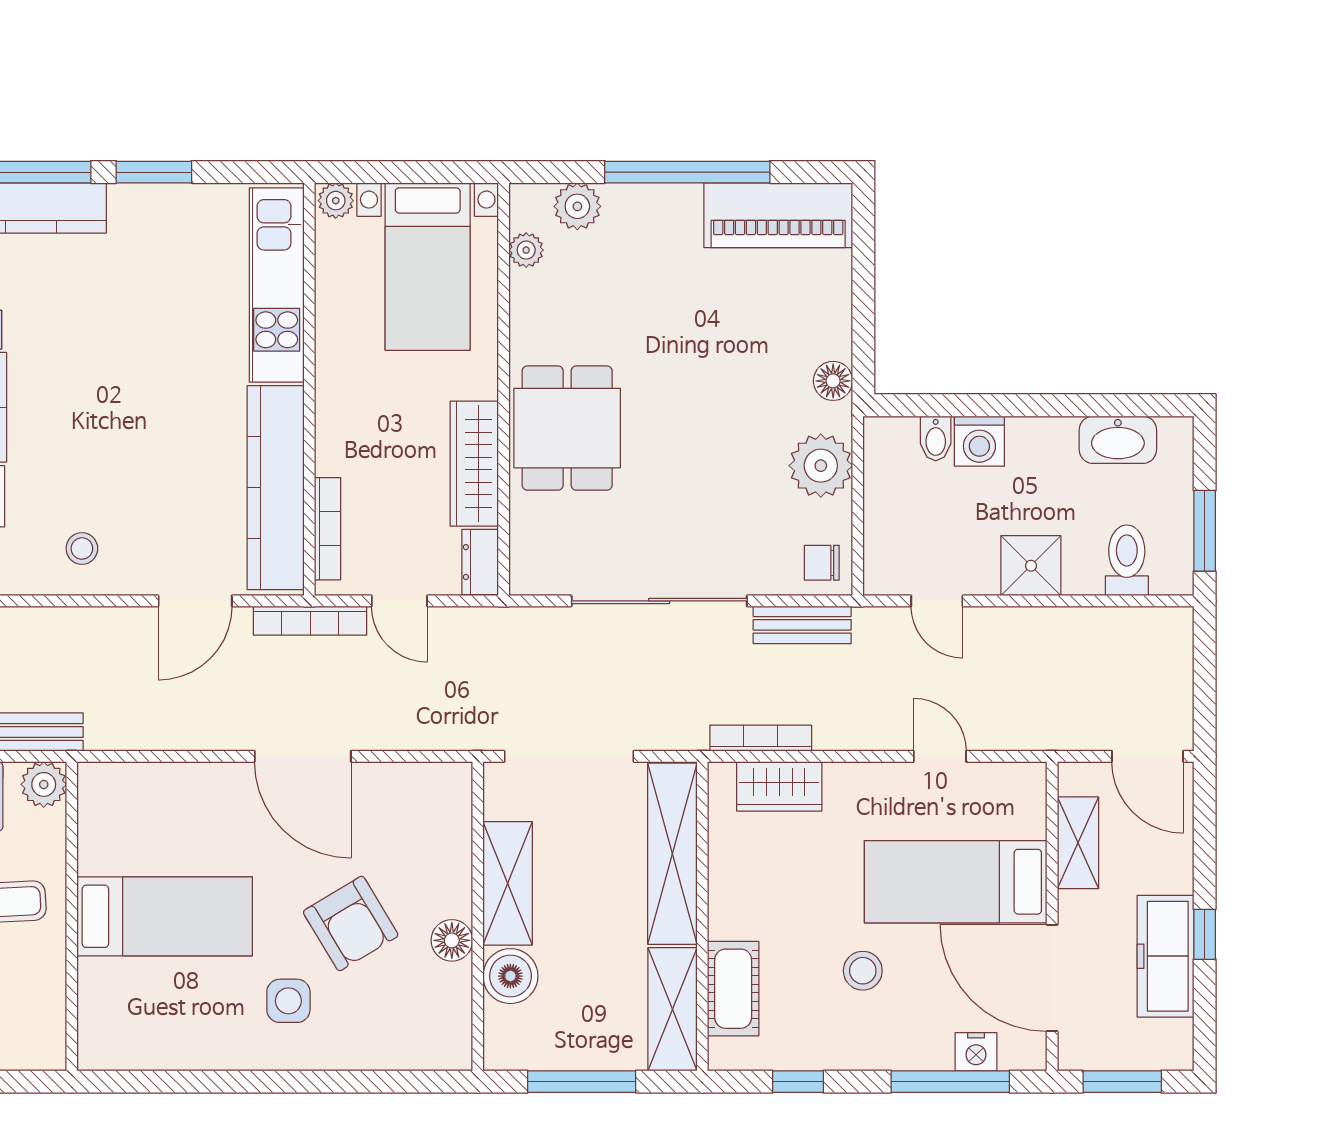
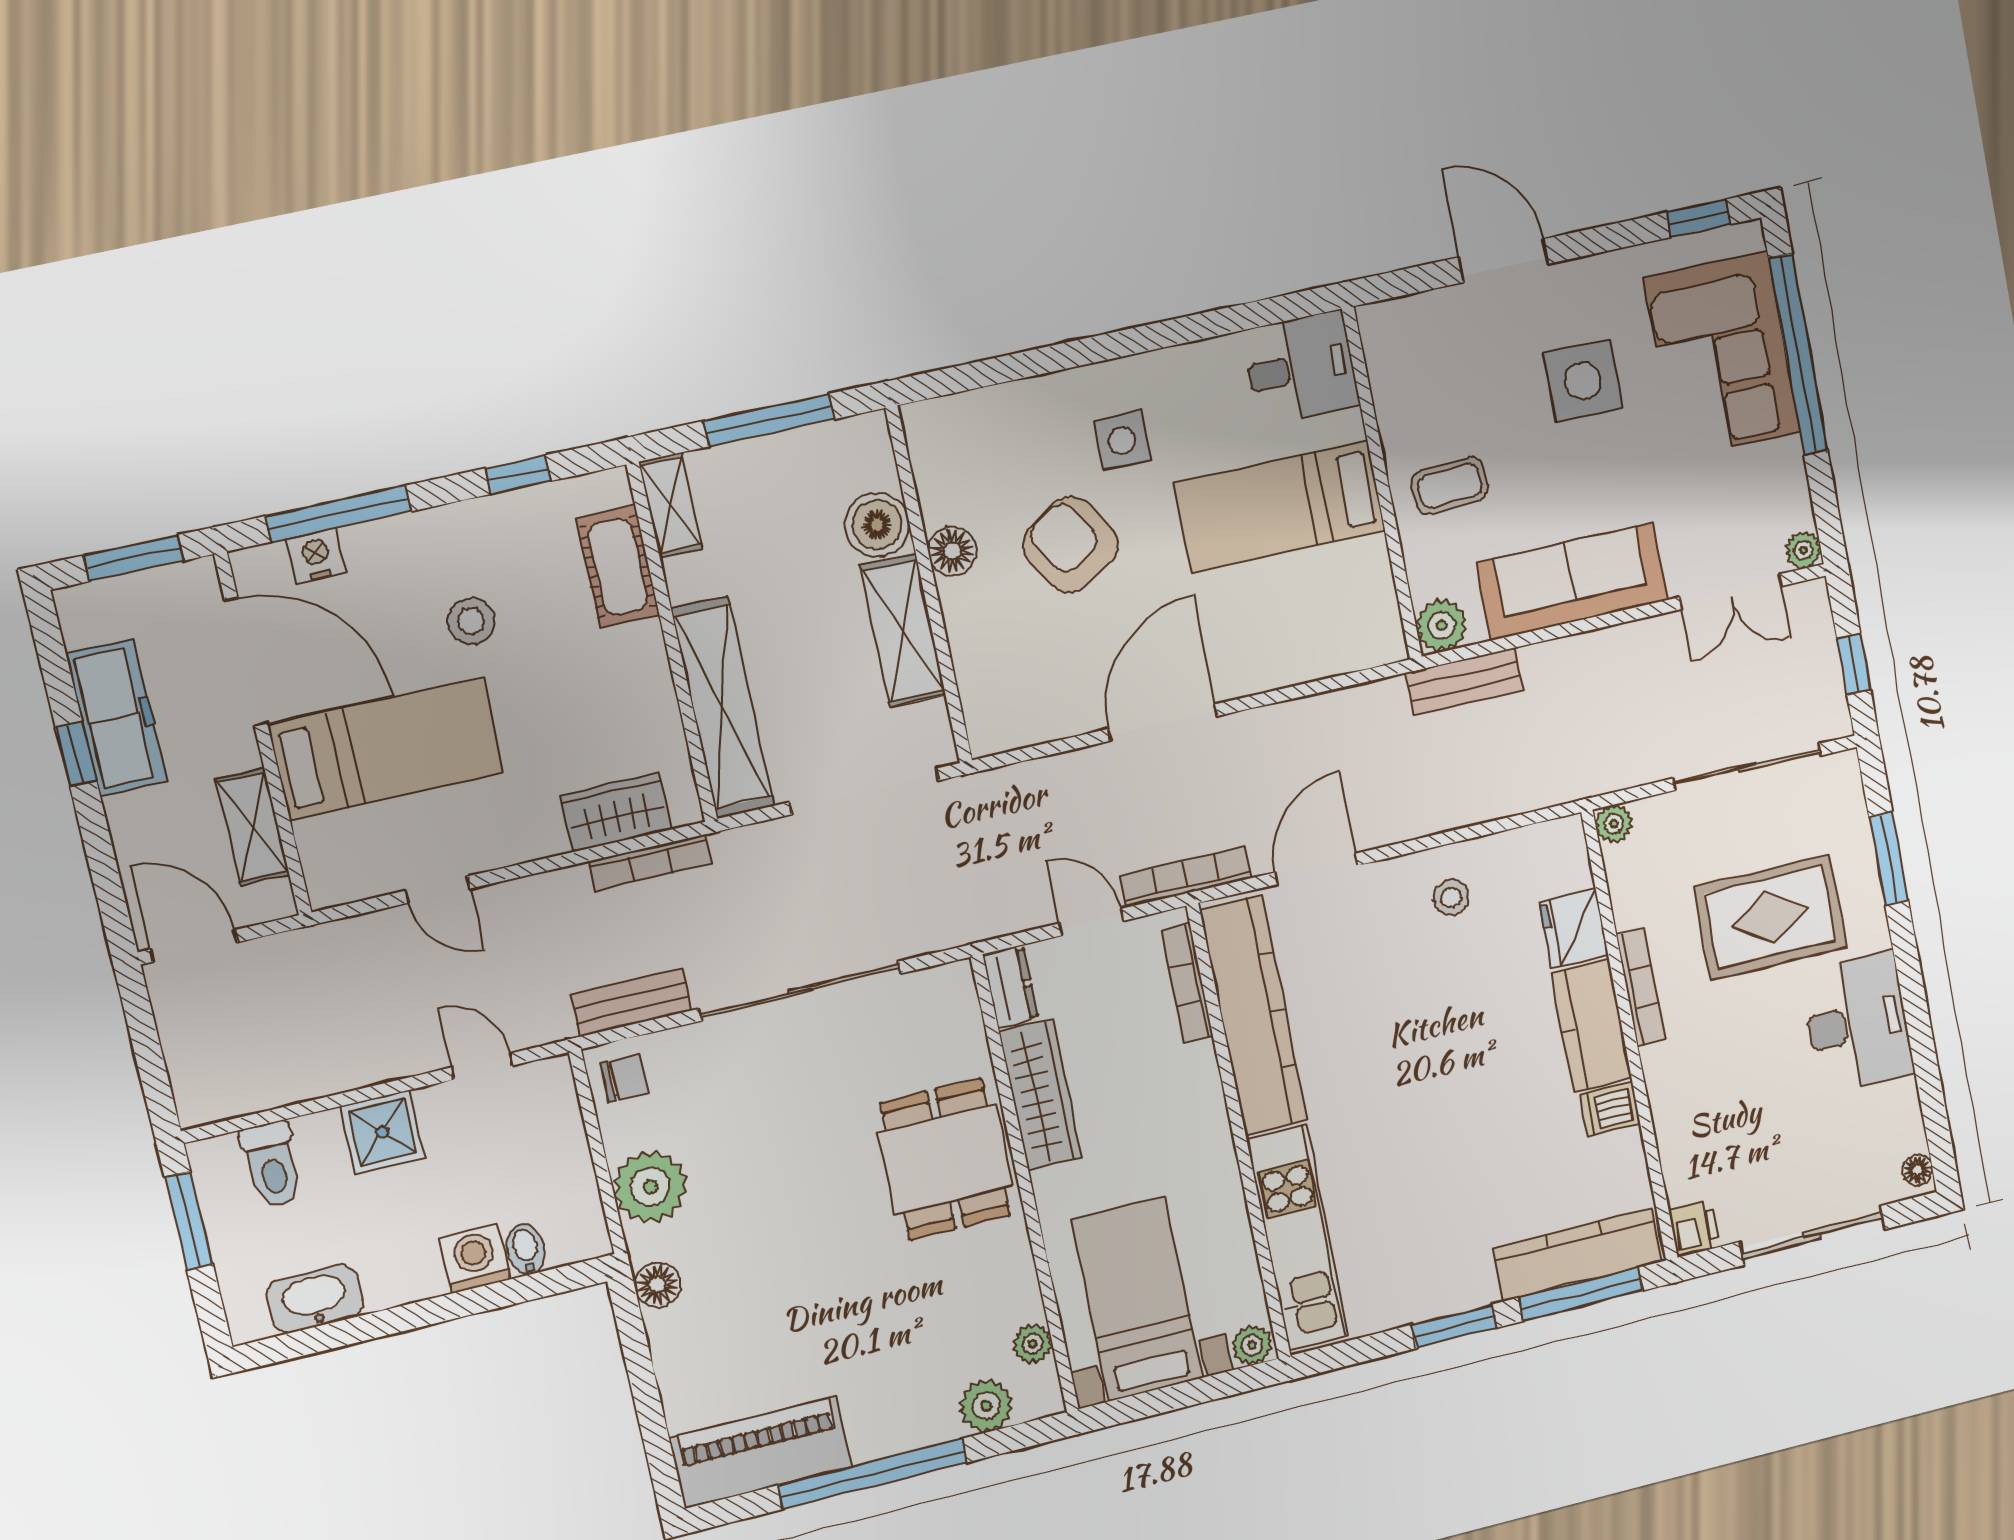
door: (303, 756) -> (1163, 722), hinge flipped
shelving: (673, 1009) -> (670, 505), width x0.67, depth x0.75
desk: (123, 1028) -> (1301, 368), added

